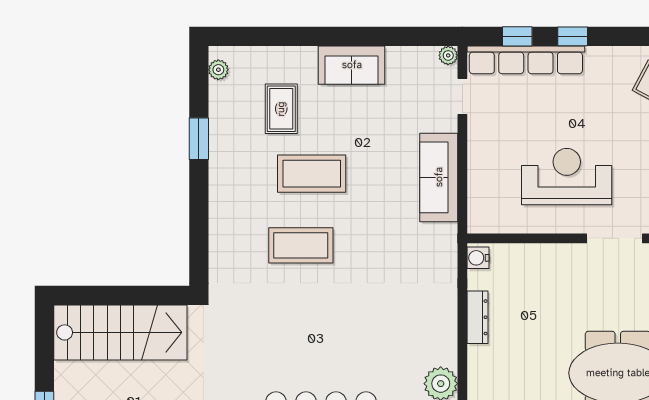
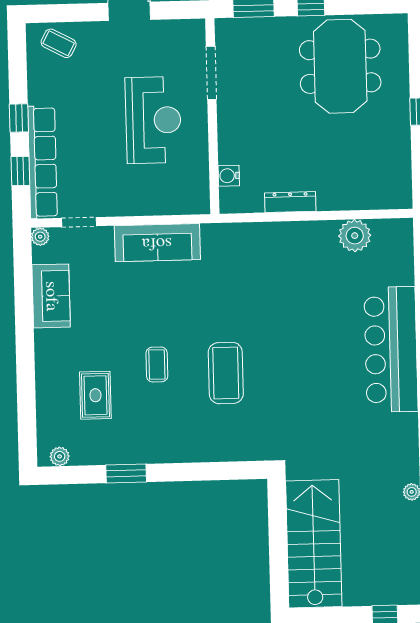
sofa: (352, 65) -> (51, 296), moved
rug: (281, 109) -> (95, 395), turned 90
coffee table: (312, 174) -> (157, 364), width x0.54, depth x0.58
reception desk: (567, 177) -> (153, 120), turned 180
water cooler: (478, 258) -> (229, 176), moved, turned 90

